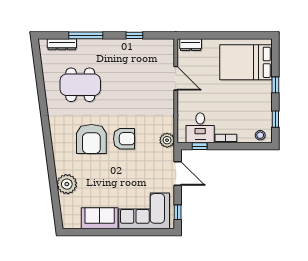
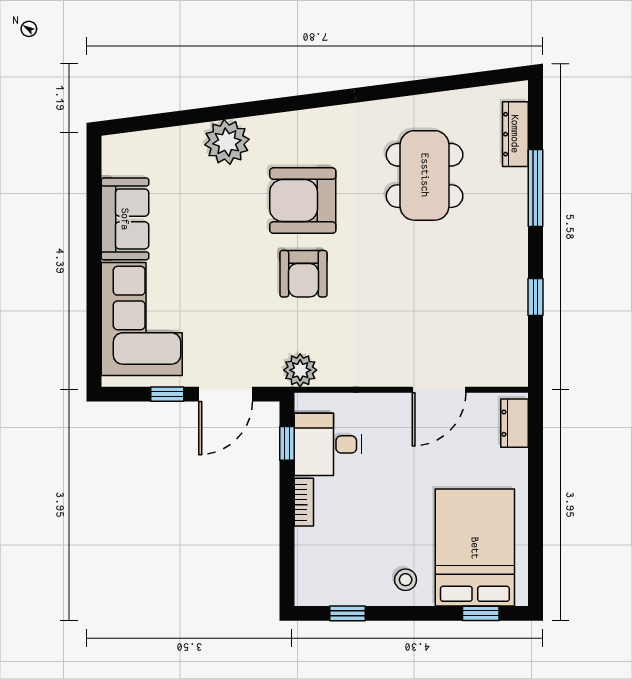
window: (275, 85) -> (481, 613), moved
stool: (260, 135) -> (406, 580), moved
plant: (67, 184) -> (227, 142), moved
window: (178, 212) -> (167, 394), moved

